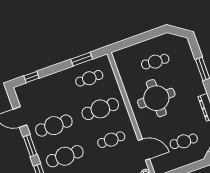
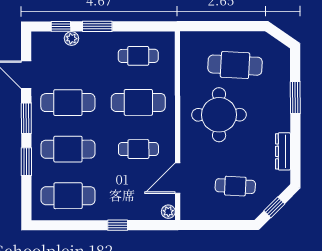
window: (82, 59) -> (97, 26), moved
cafe table: (155, 62) -> (235, 65), width x1.37, depth x1.35
plant: (41, 83) -> (71, 39), added
door: (144, 150) -> (178, 178), swing flipped

